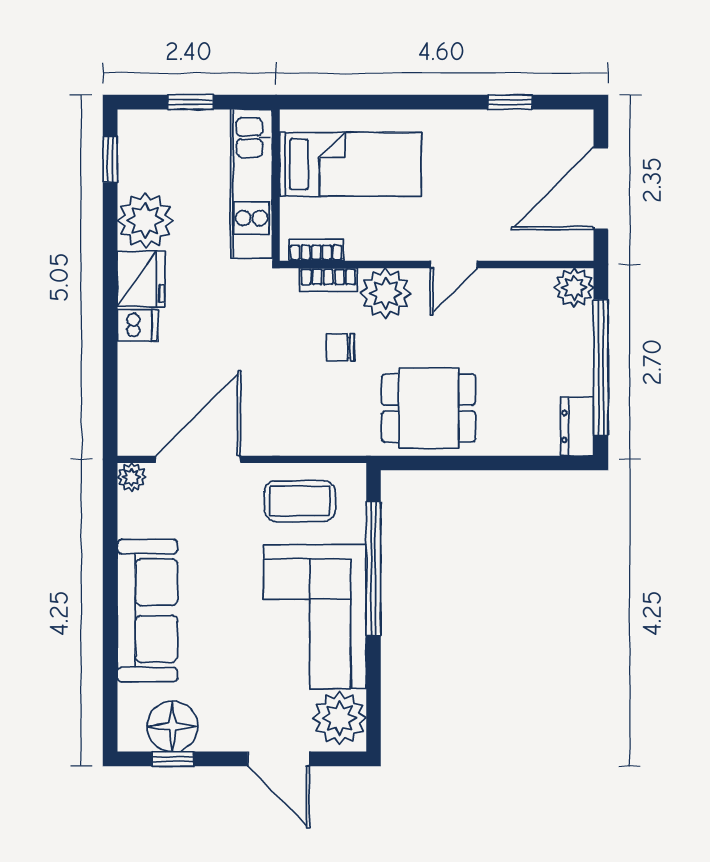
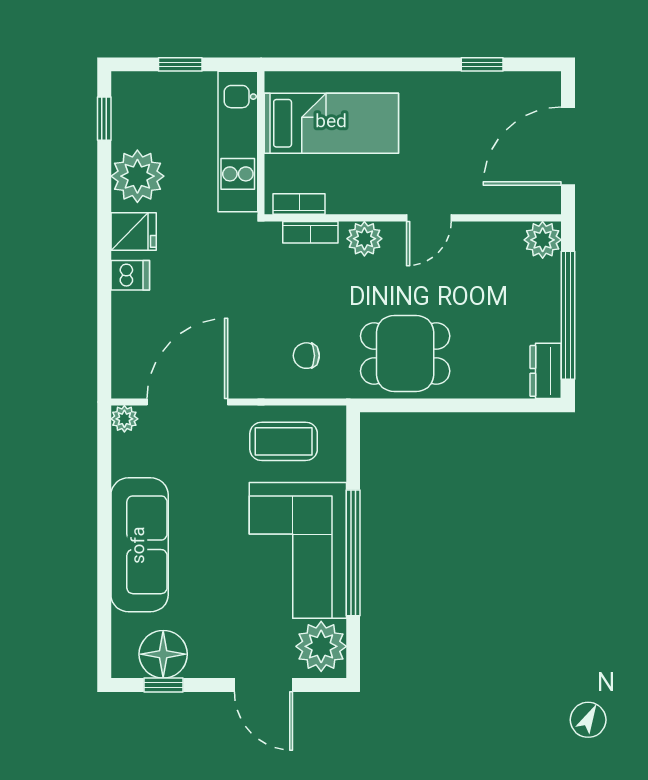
fridge: (141, 279) -> (134, 232), width x0.72
plant: (386, 293) -> (364, 239), width x0.73, depth x0.73
chair: (341, 347) -> (306, 356), moved
window: (374, 568) -> (353, 553), moved

